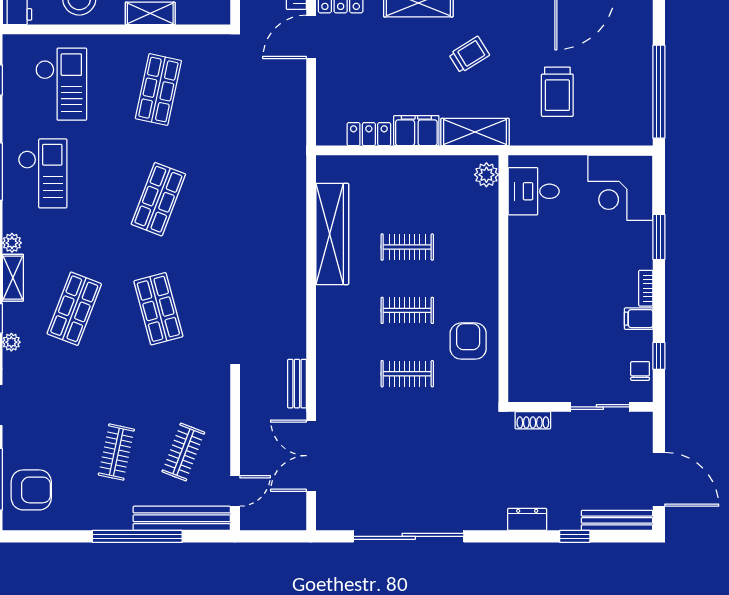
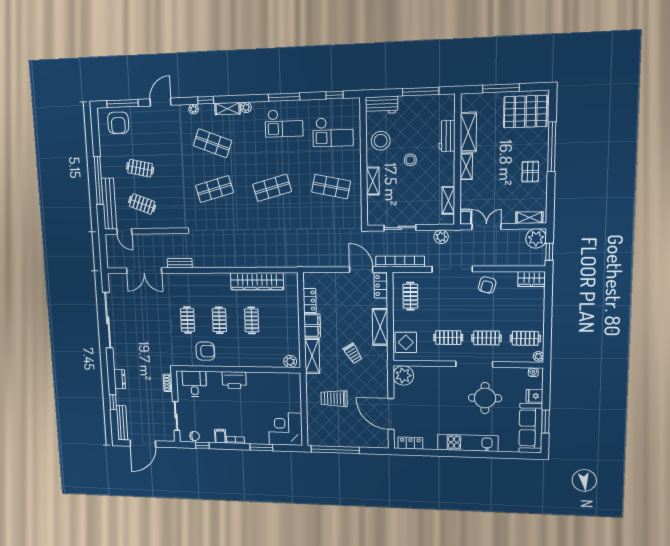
desk: (534, 191) -> (194, 384), moved
shop shelf: (158, 199) -> (272, 188), turned -36
printer: (525, 286) -> (234, 380), added
double door: (311, 456) -> (144, 271), swing flipped

